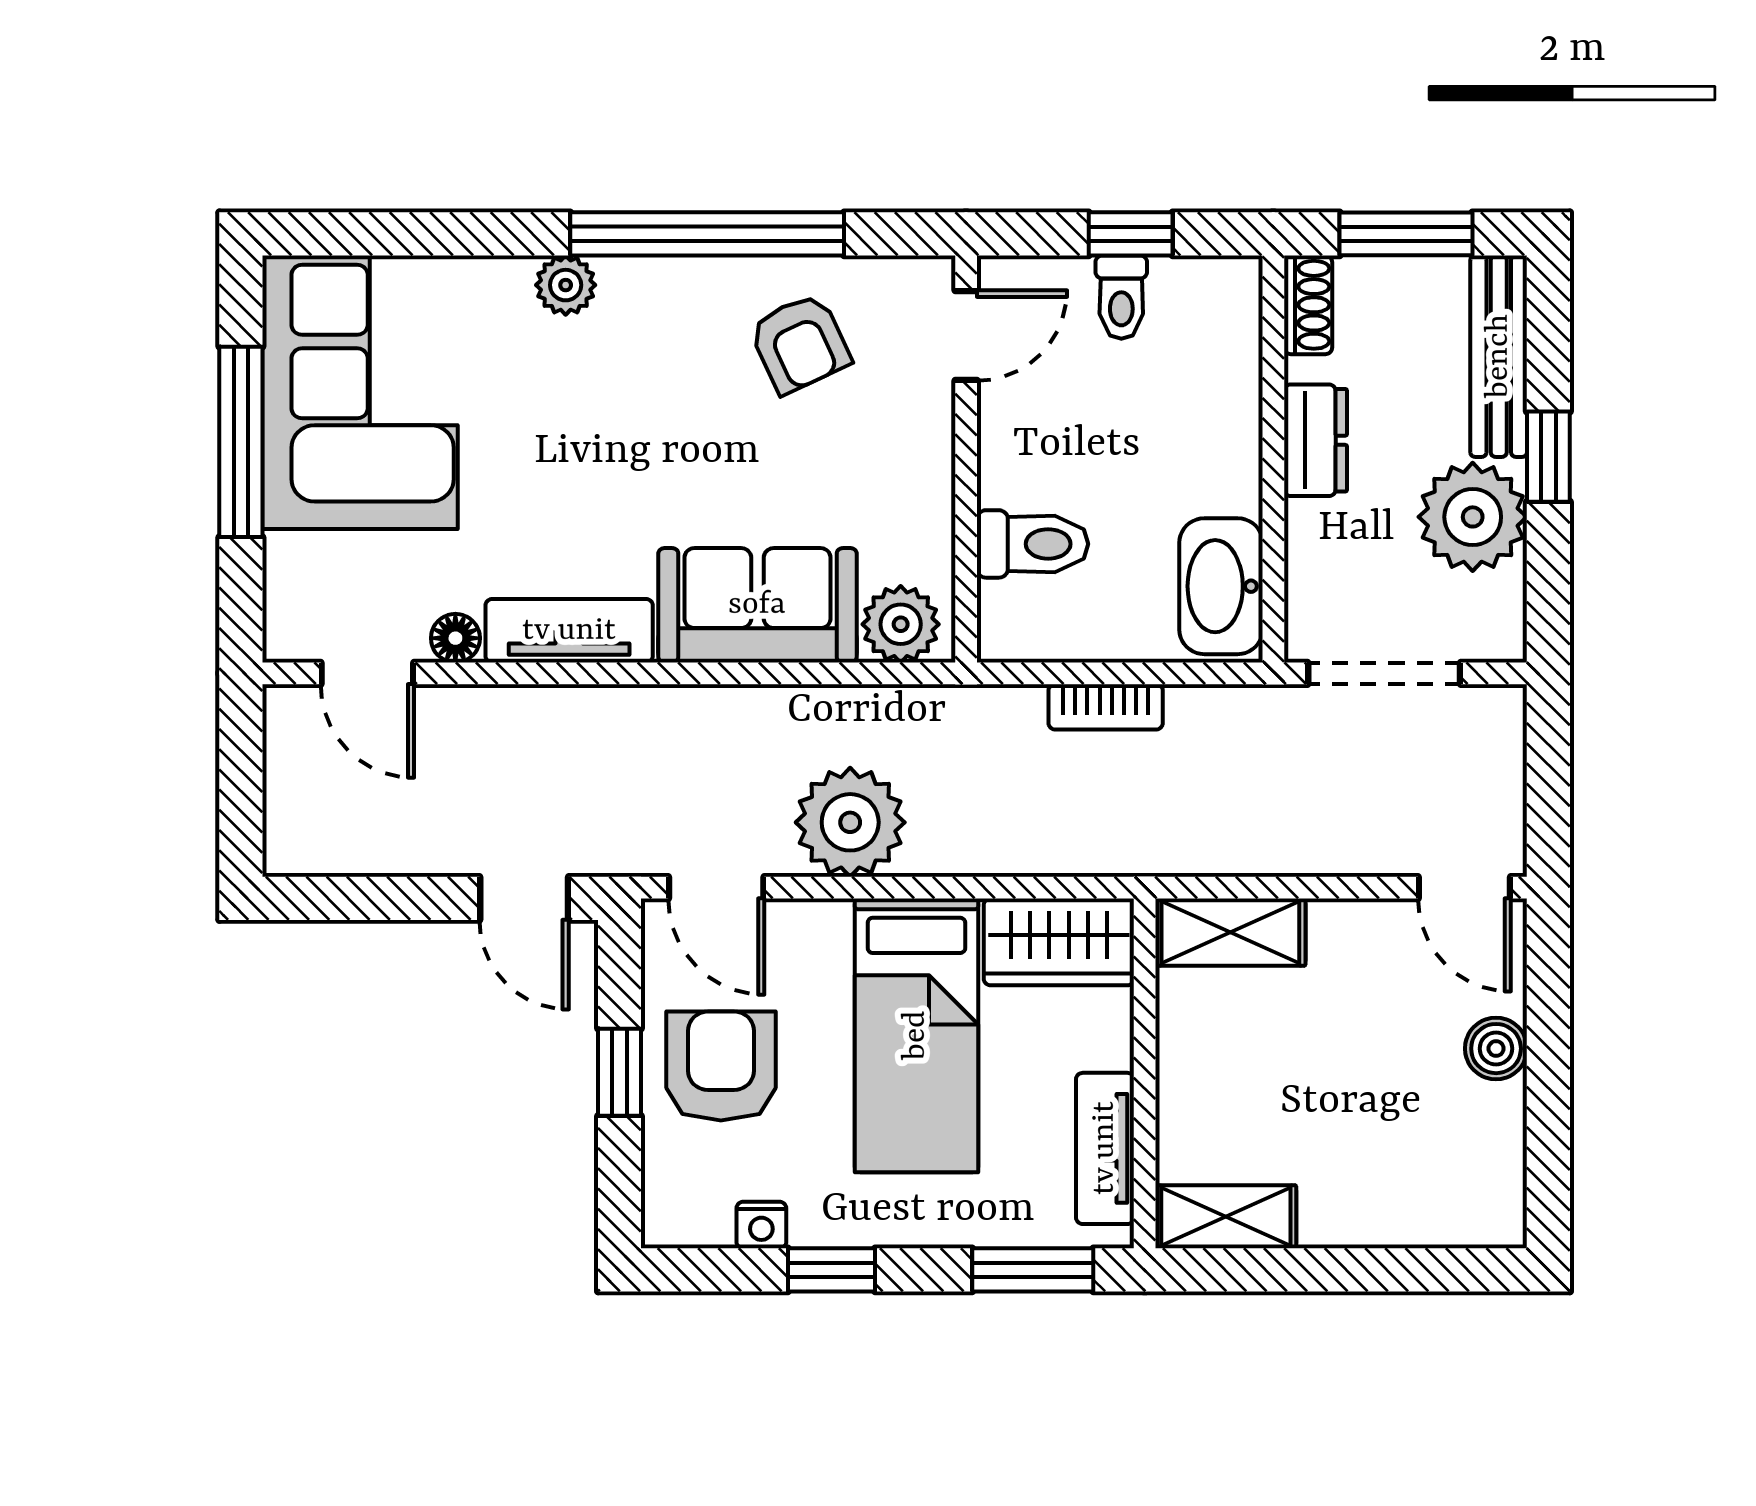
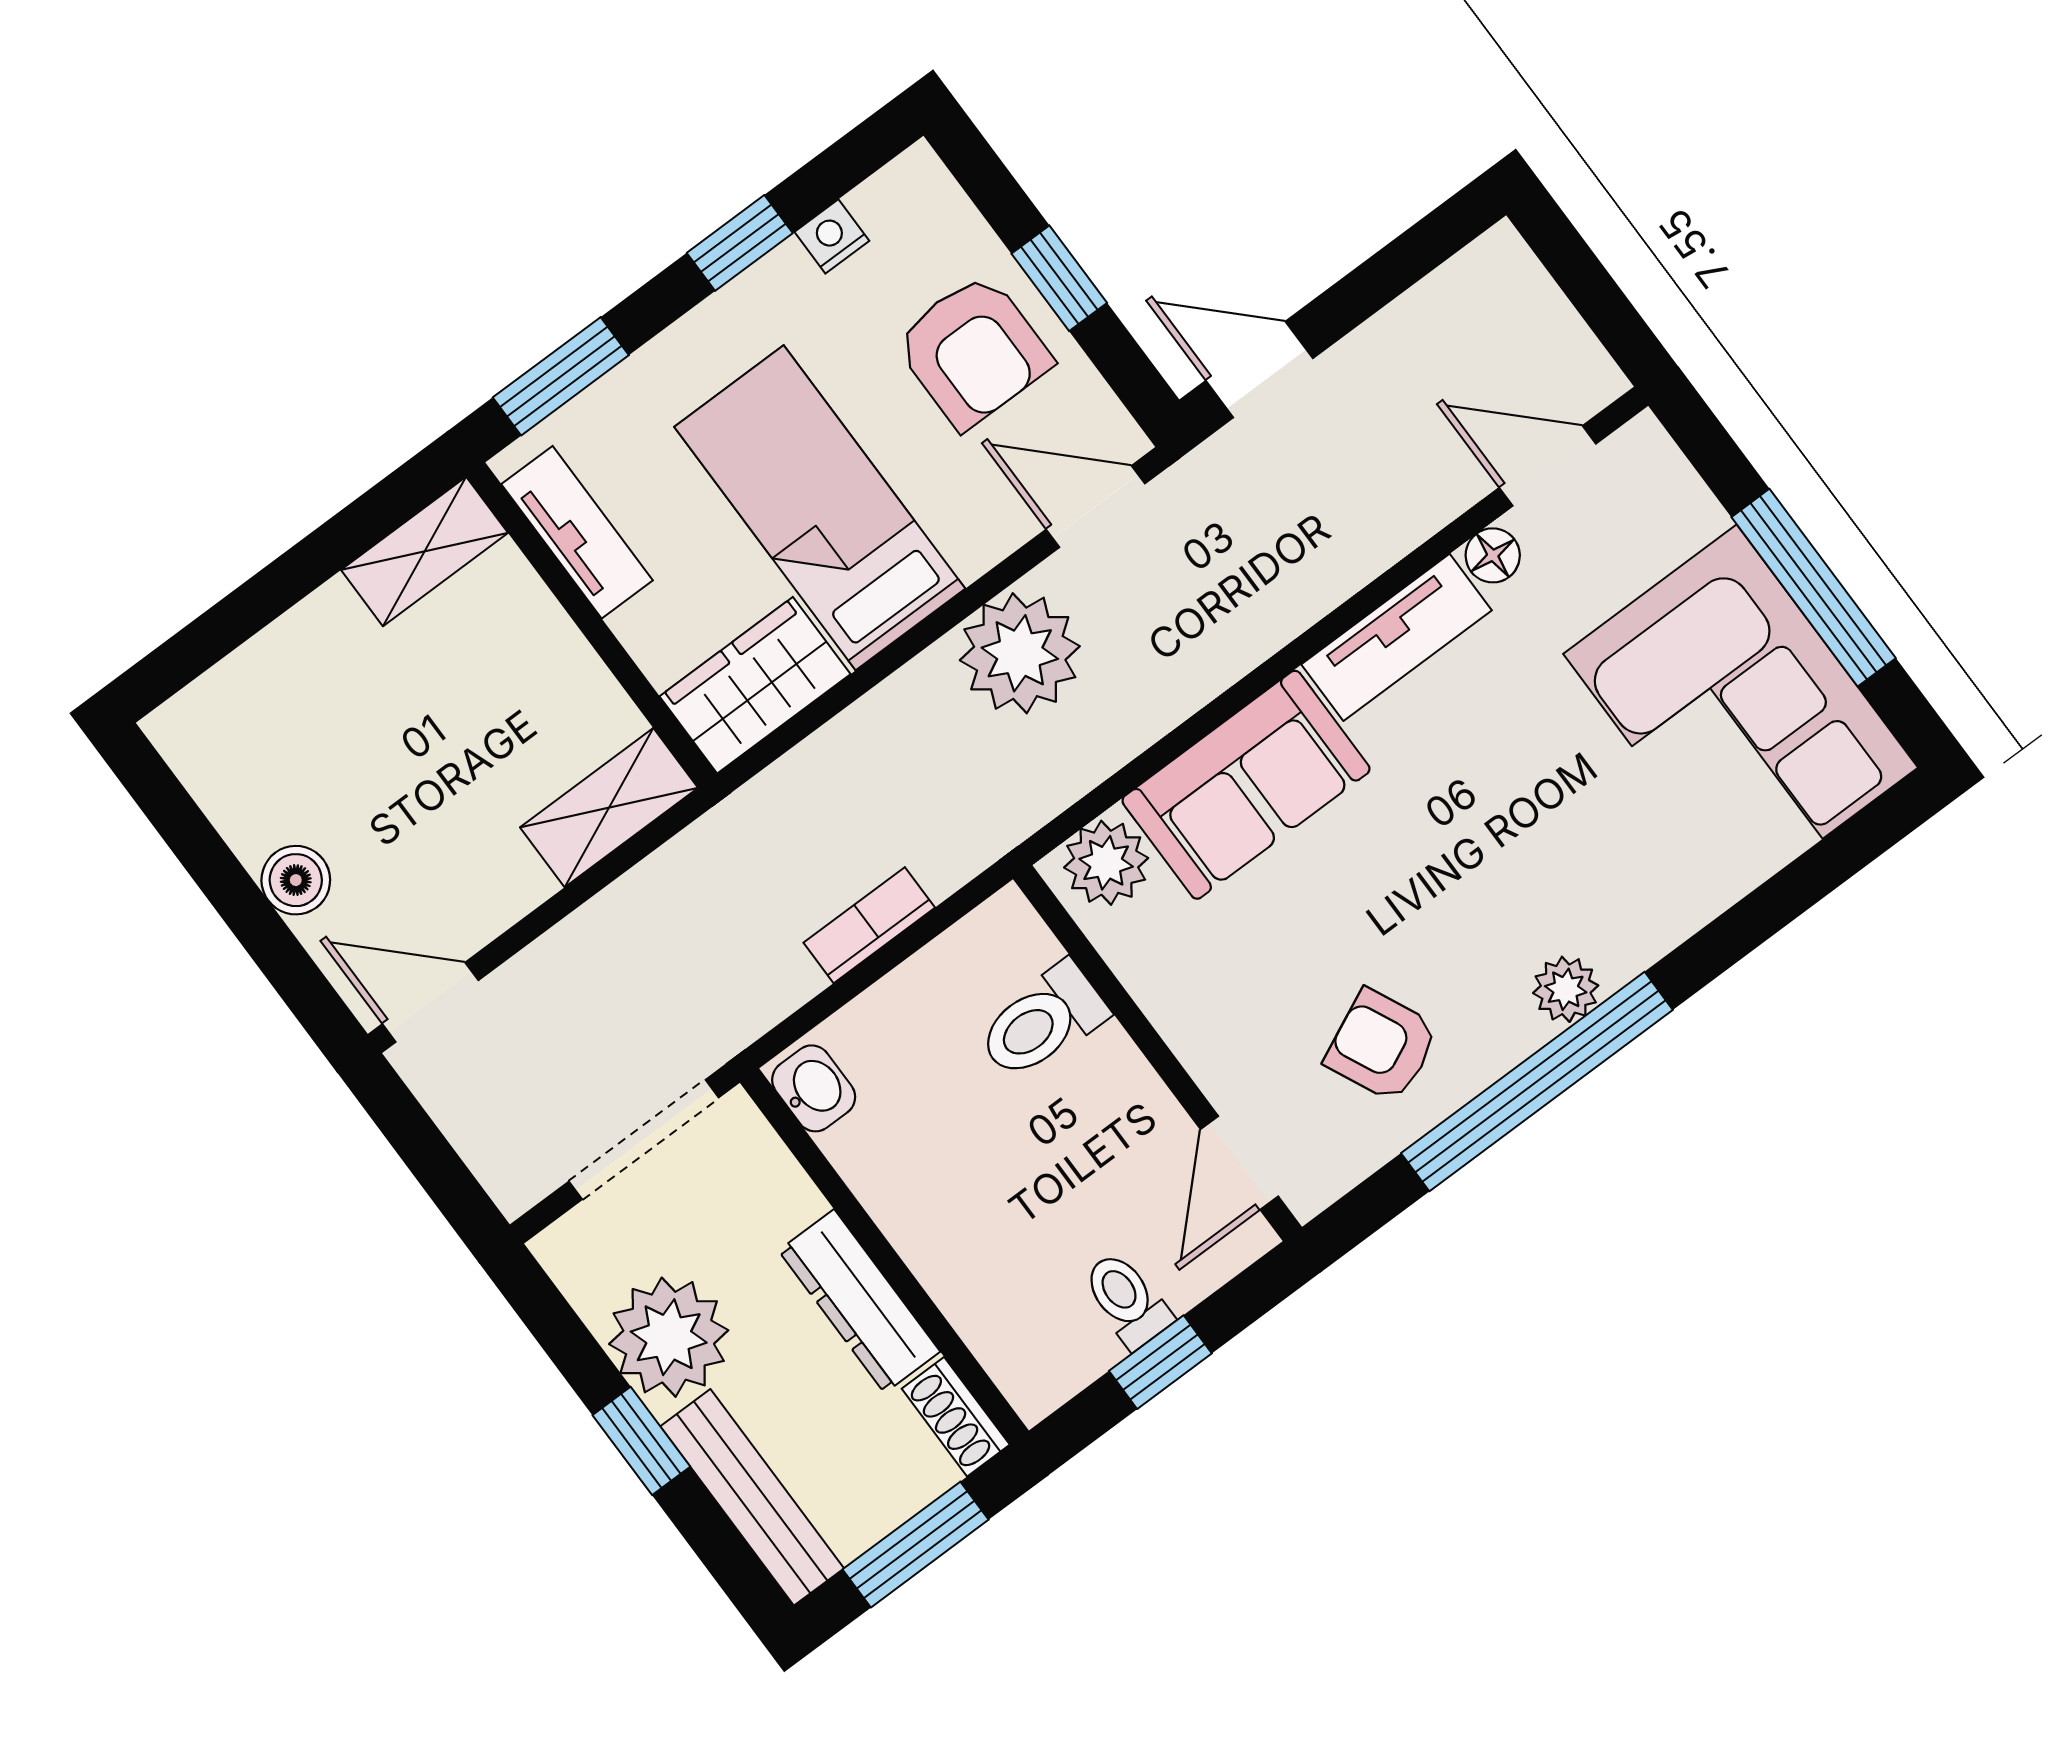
plant: (566, 285) -> (1566, 989), moved
dresser: (1315, 440) -> (859, 1301), width x1.44
washbasin: (1221, 586) -> (814, 1088), width x0.52, depth x0.69

